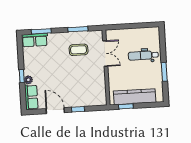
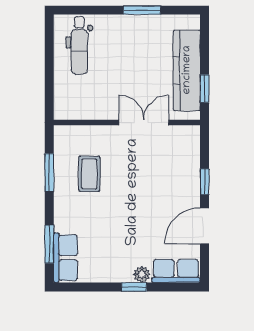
double door: (105, 54) -> (144, 122), moved
dental chair: (143, 55) -> (79, 45), moved

